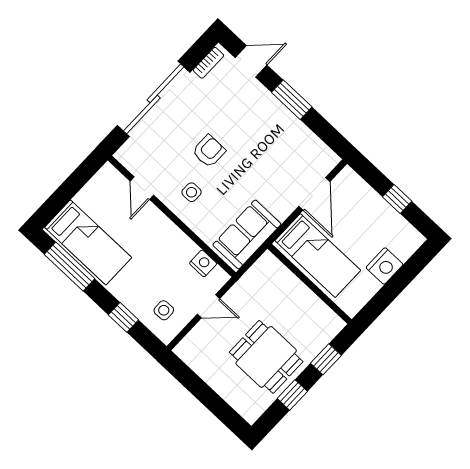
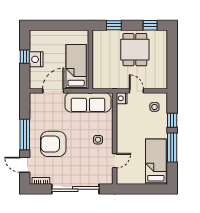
window: (292, 100) -> (25, 135), width x1.44
armchair: (209, 151) -> (53, 144), moved, width x1.88, depth x1.88
sofa: (247, 234) -> (88, 102), width x1.36
nightstand: (203, 263) -> (122, 98), moved
nightstand: (385, 266) -> (36, 59), moved, turned -90
window: (69, 267) -> (172, 148), moved
window: (292, 395) -> (150, 25), moved

